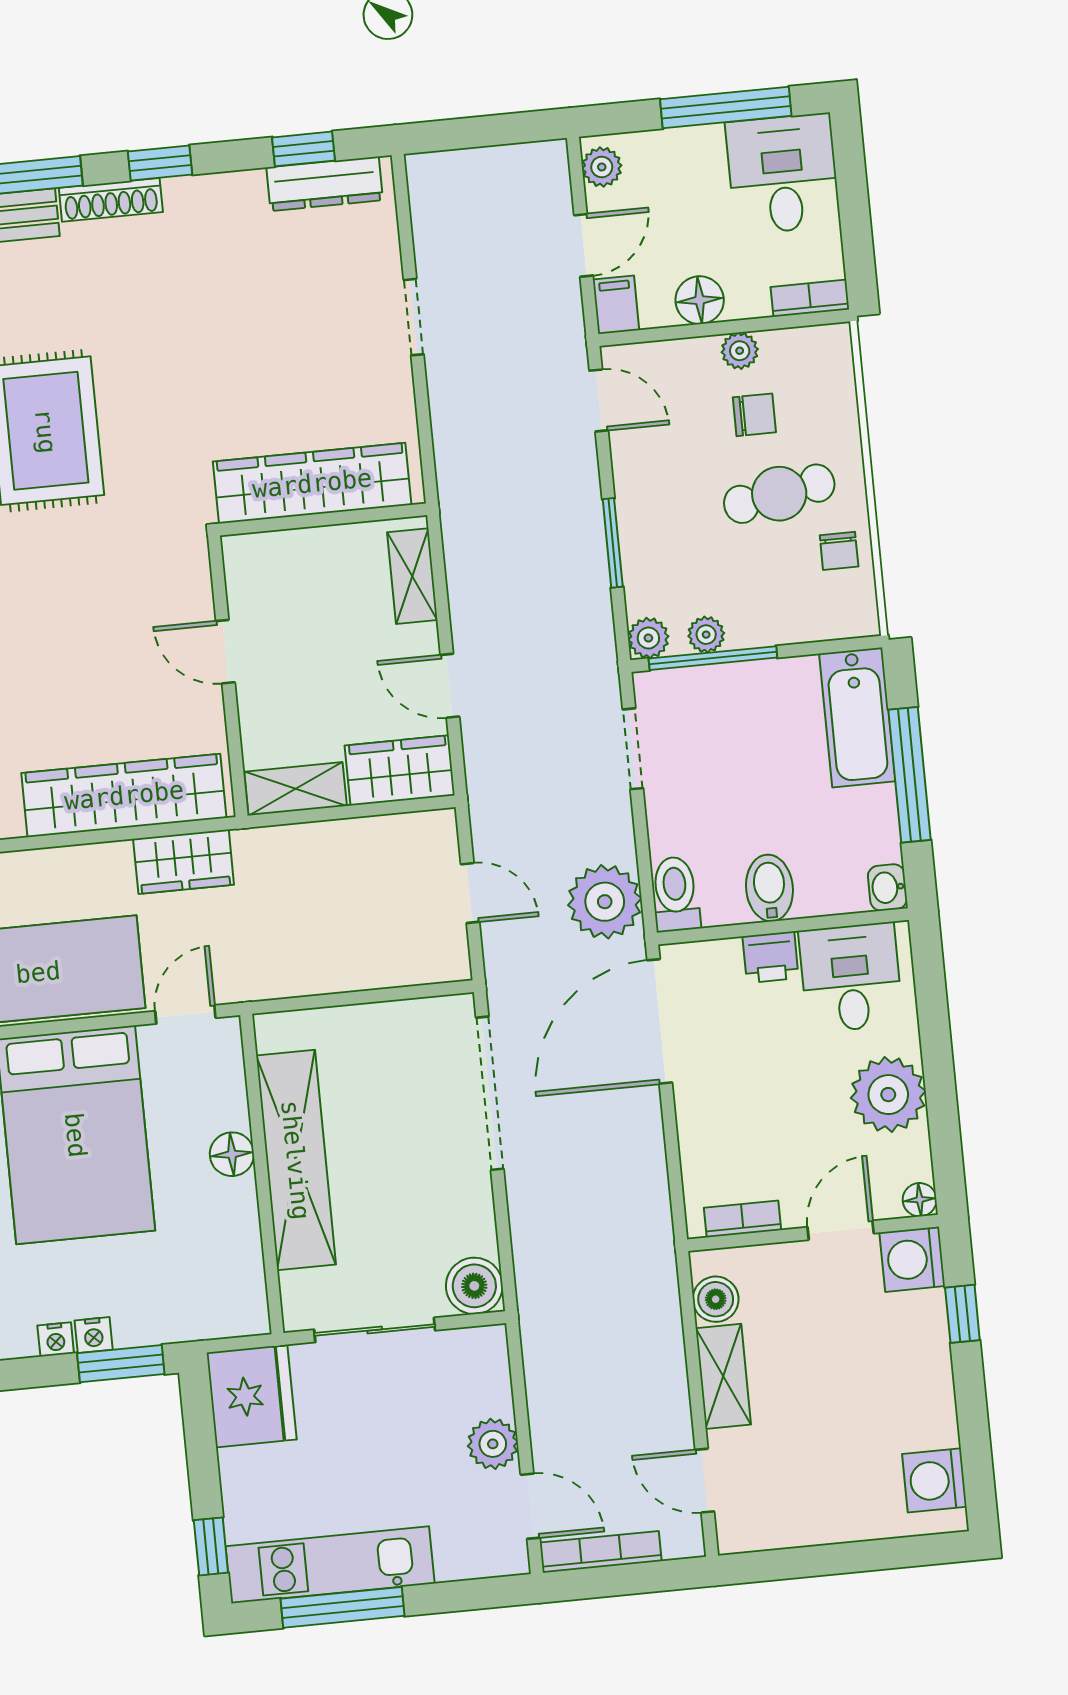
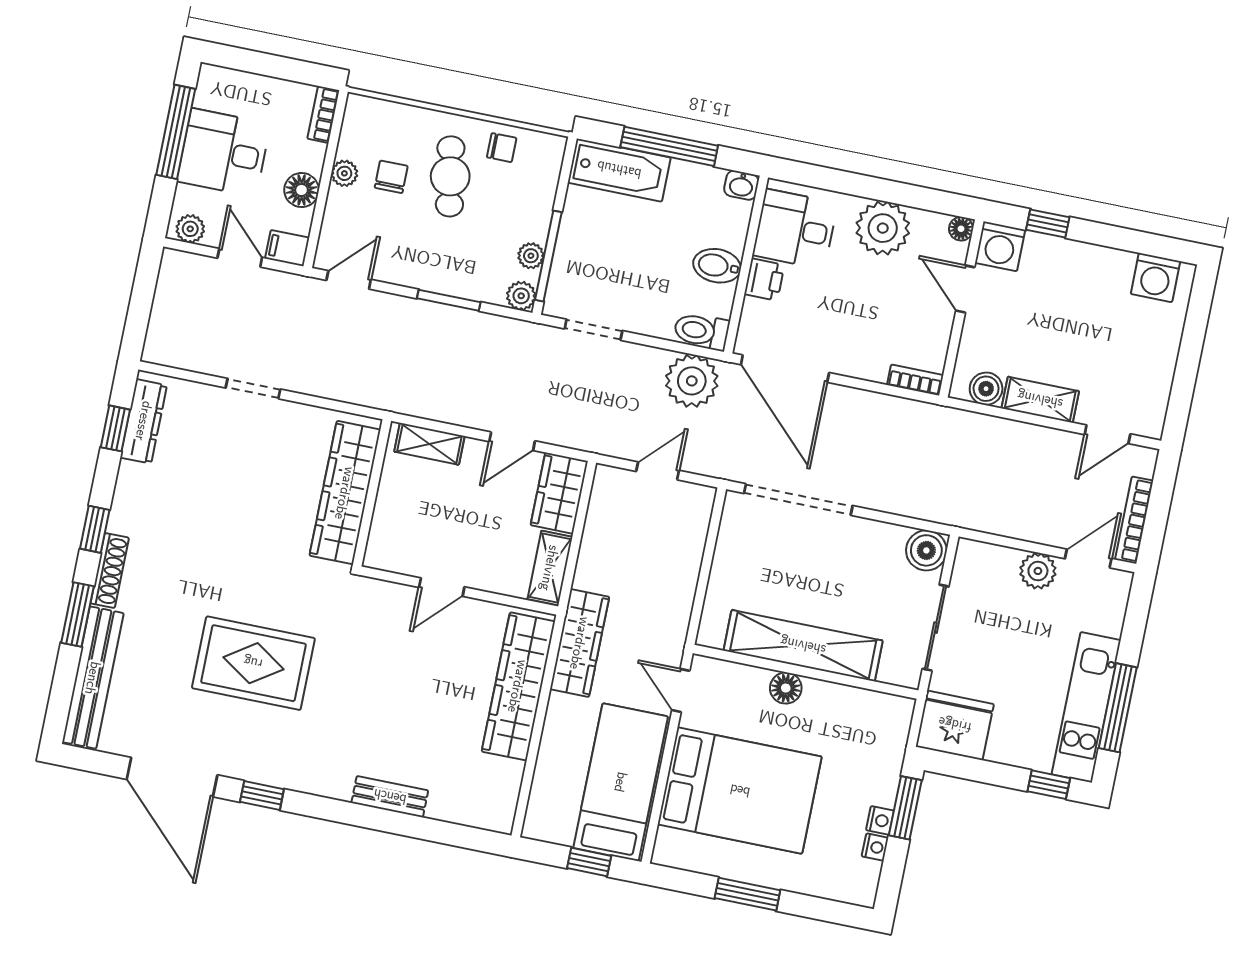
desk: (783, 174) -> (224, 153), moved
wardrobe: (184, 862) -> (580, 643), width x1.50
bookcase: (742, 1219) -> (915, 380), moved, turned 90

